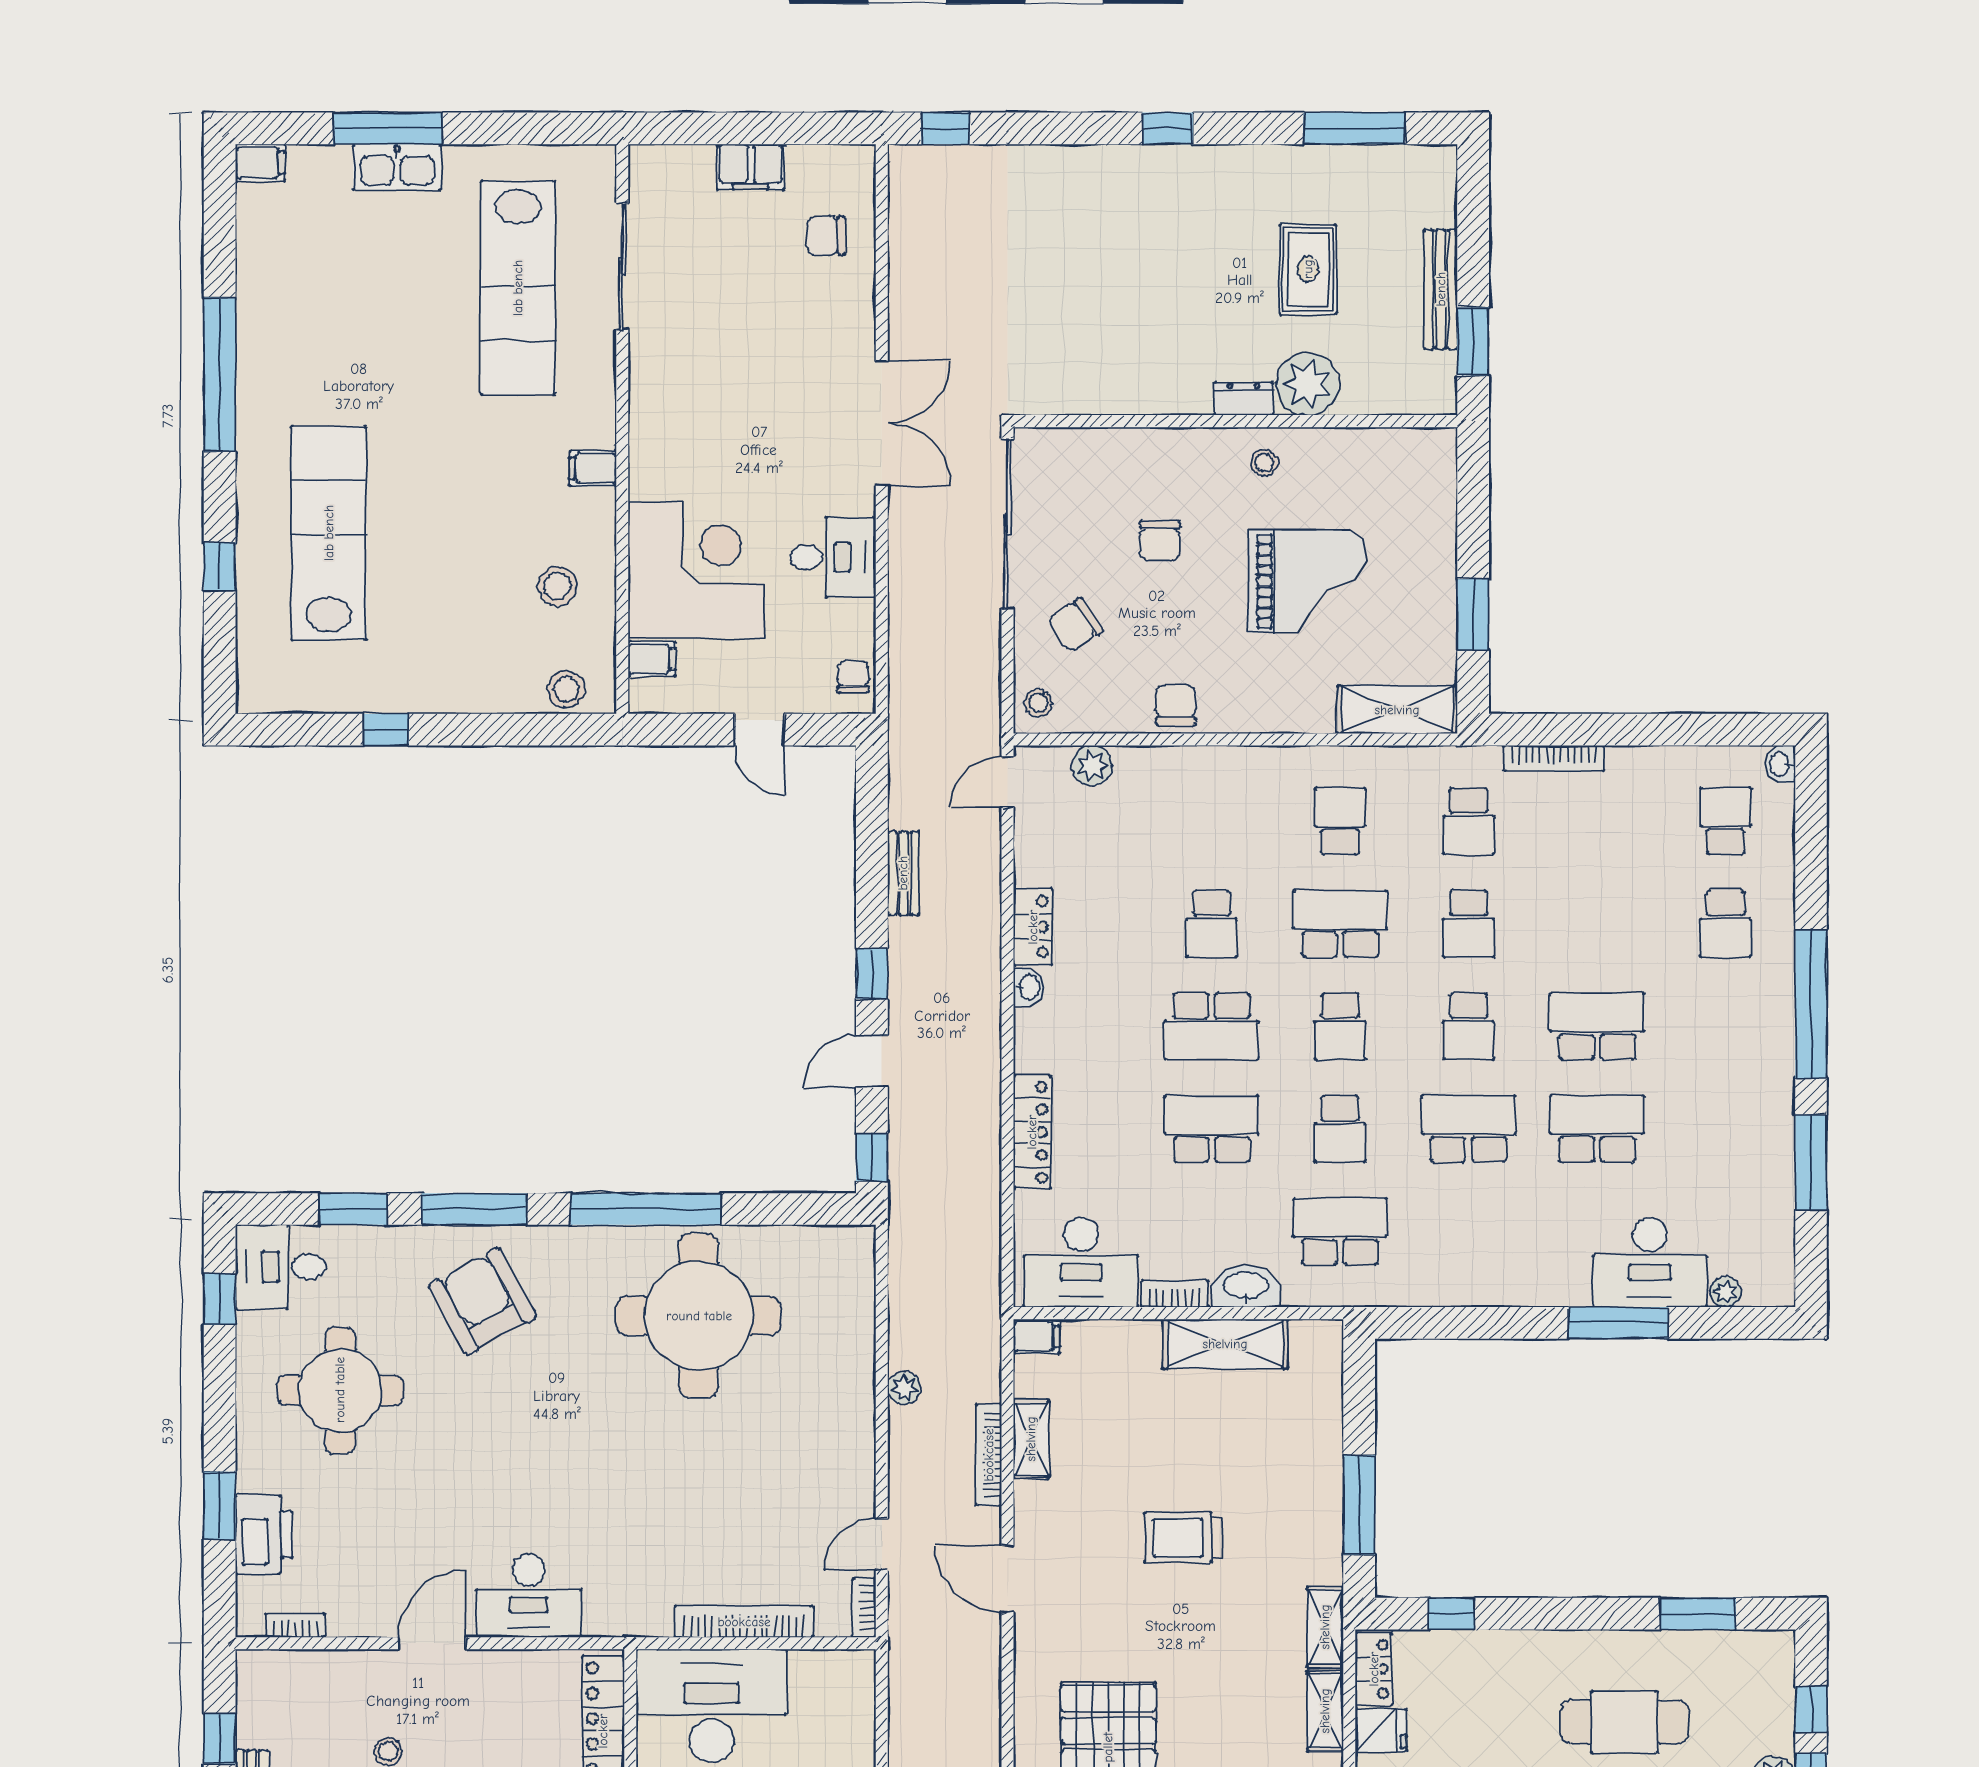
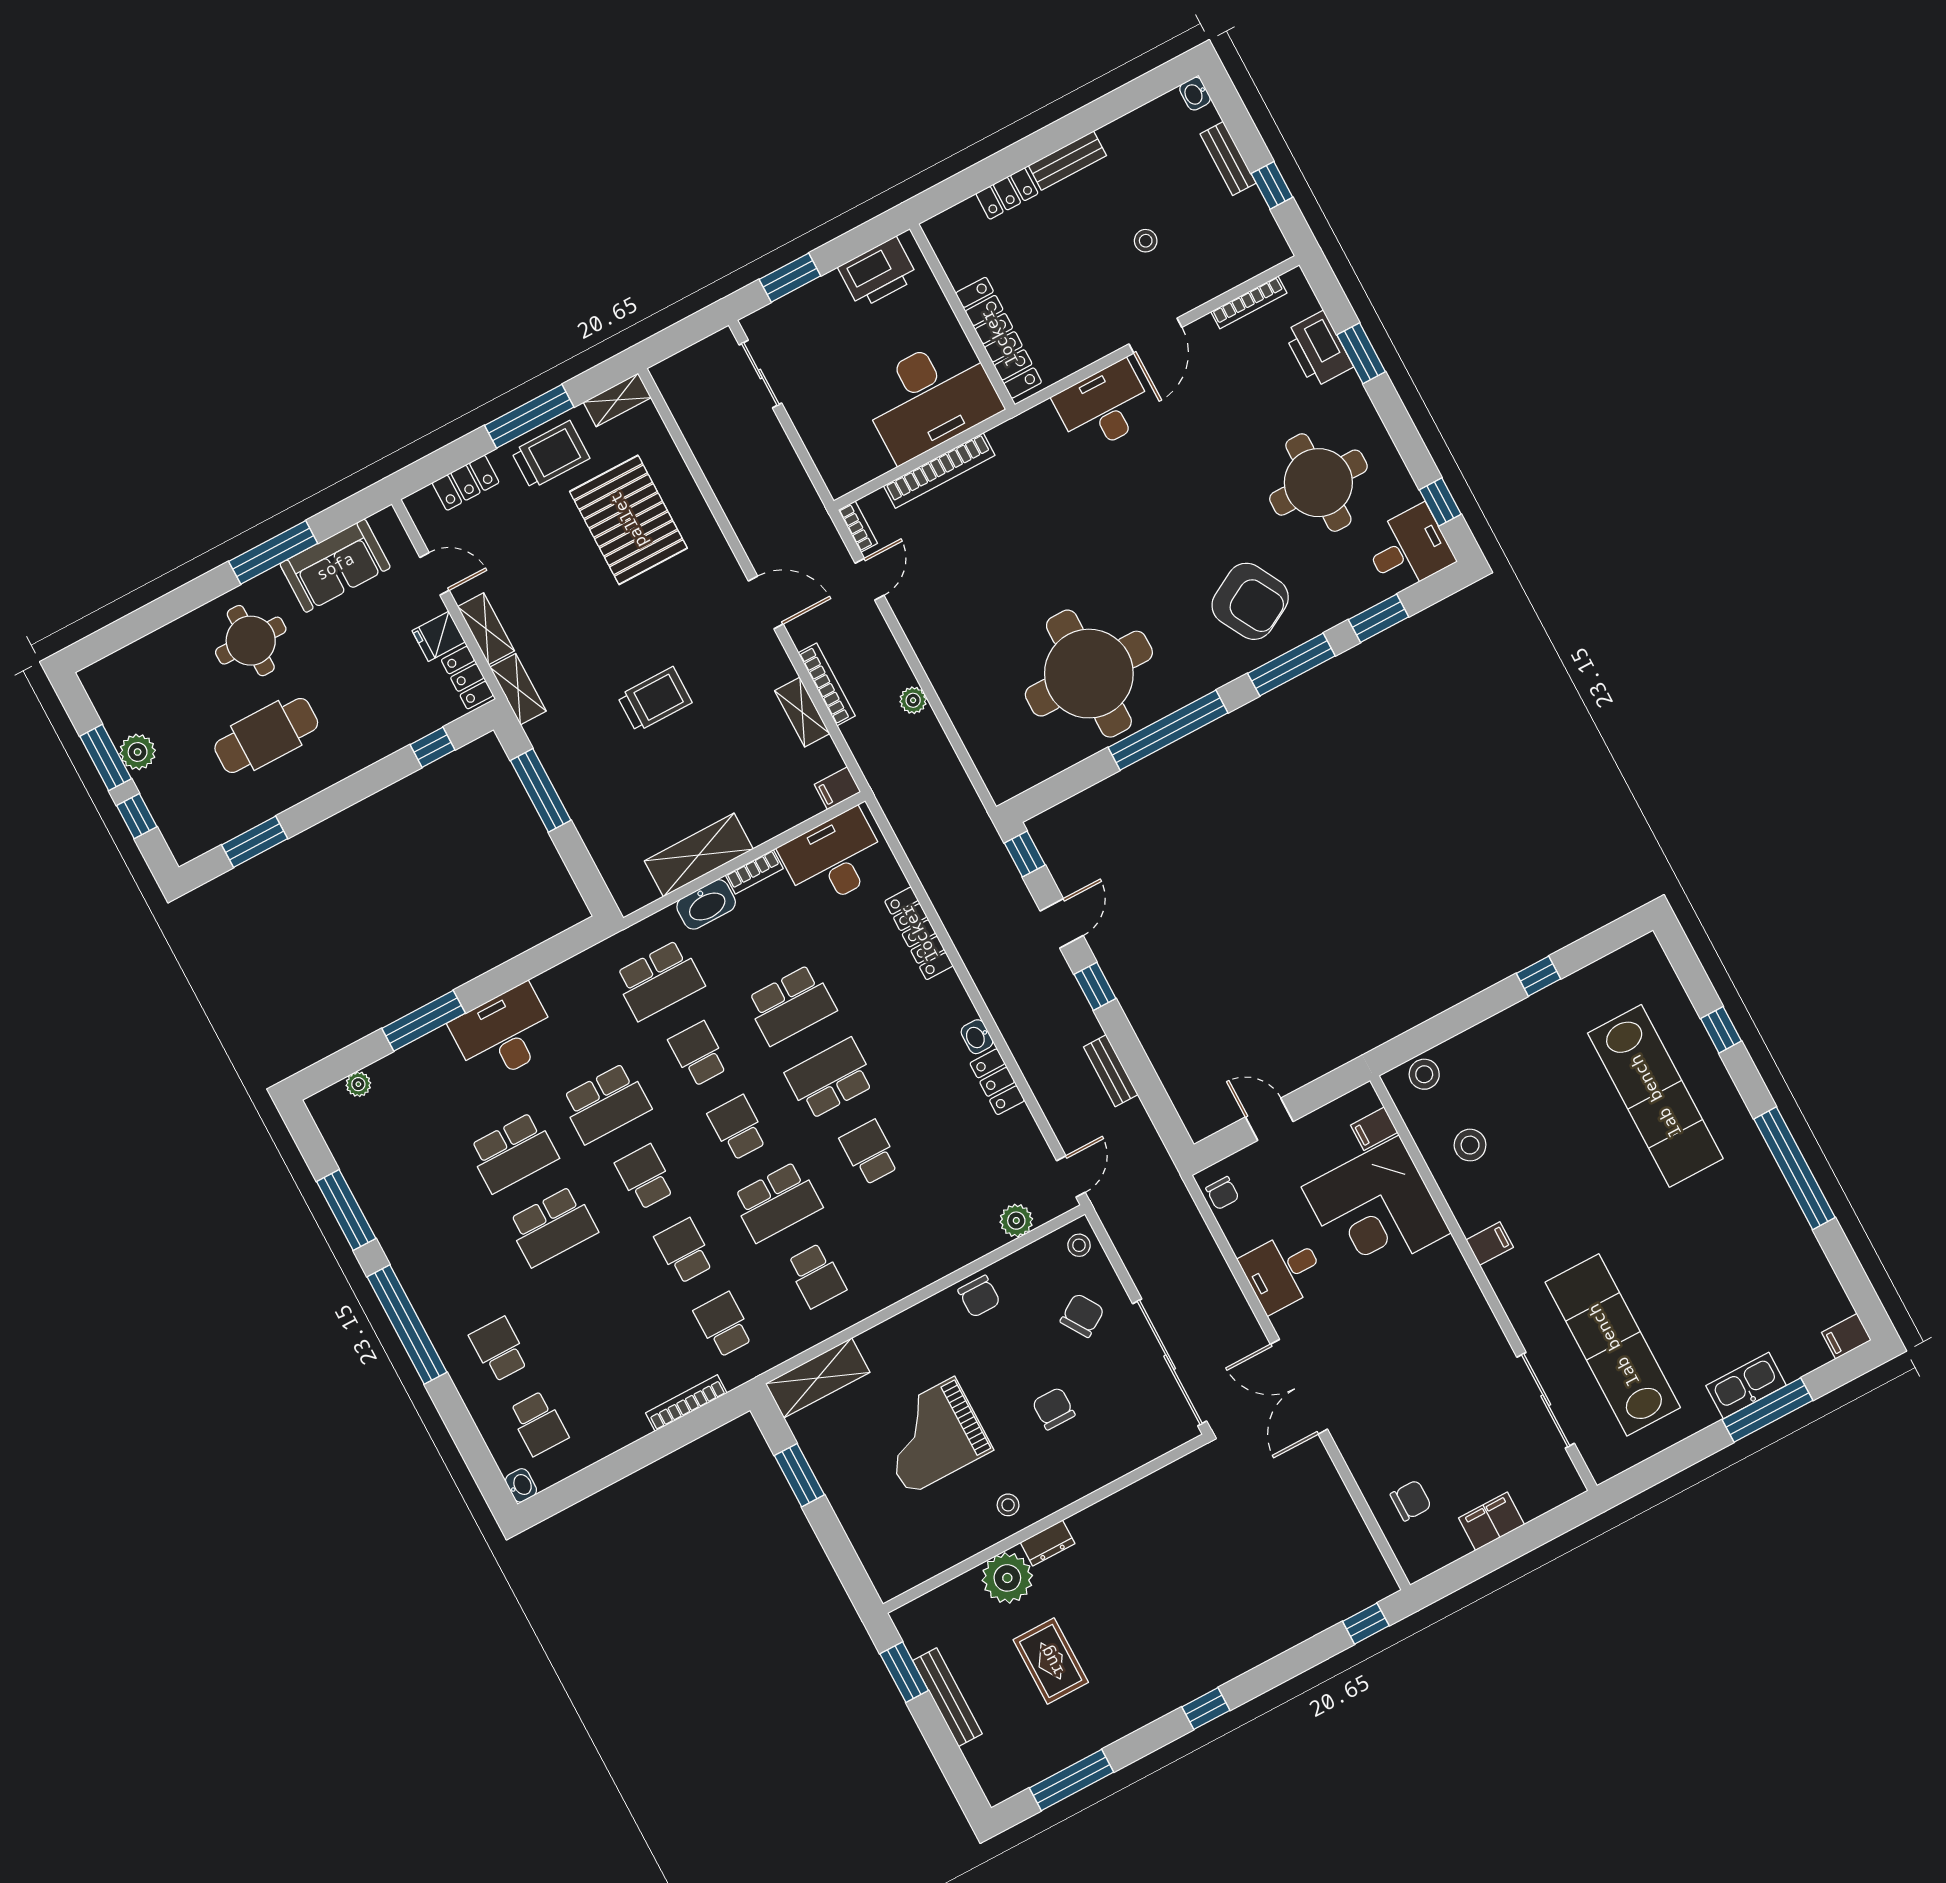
desk: (1650, 1262) -> (504, 1034), moved
bookcase: (295, 1625) -> (1249, 302), width x1.56

